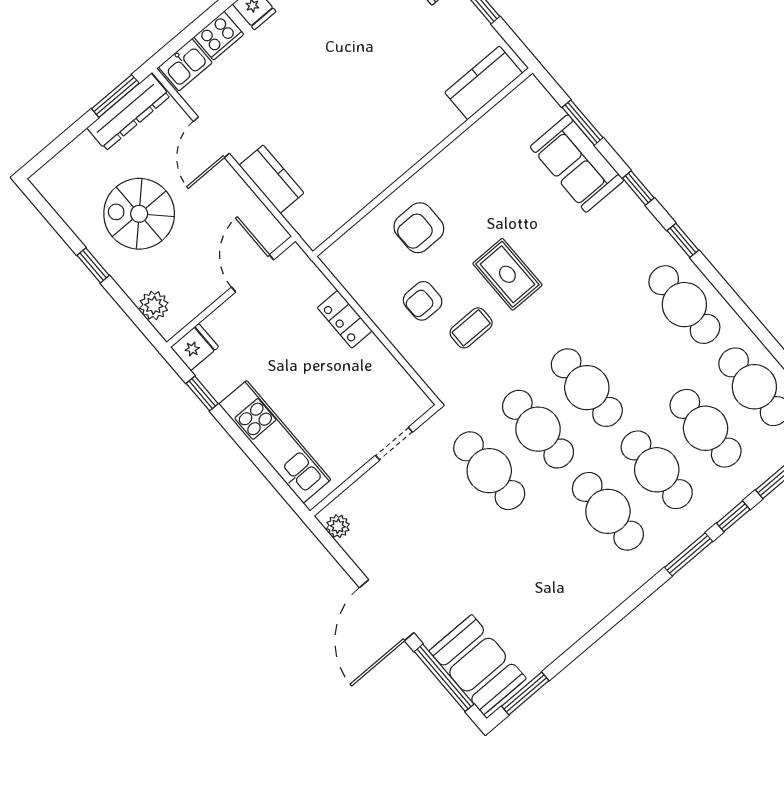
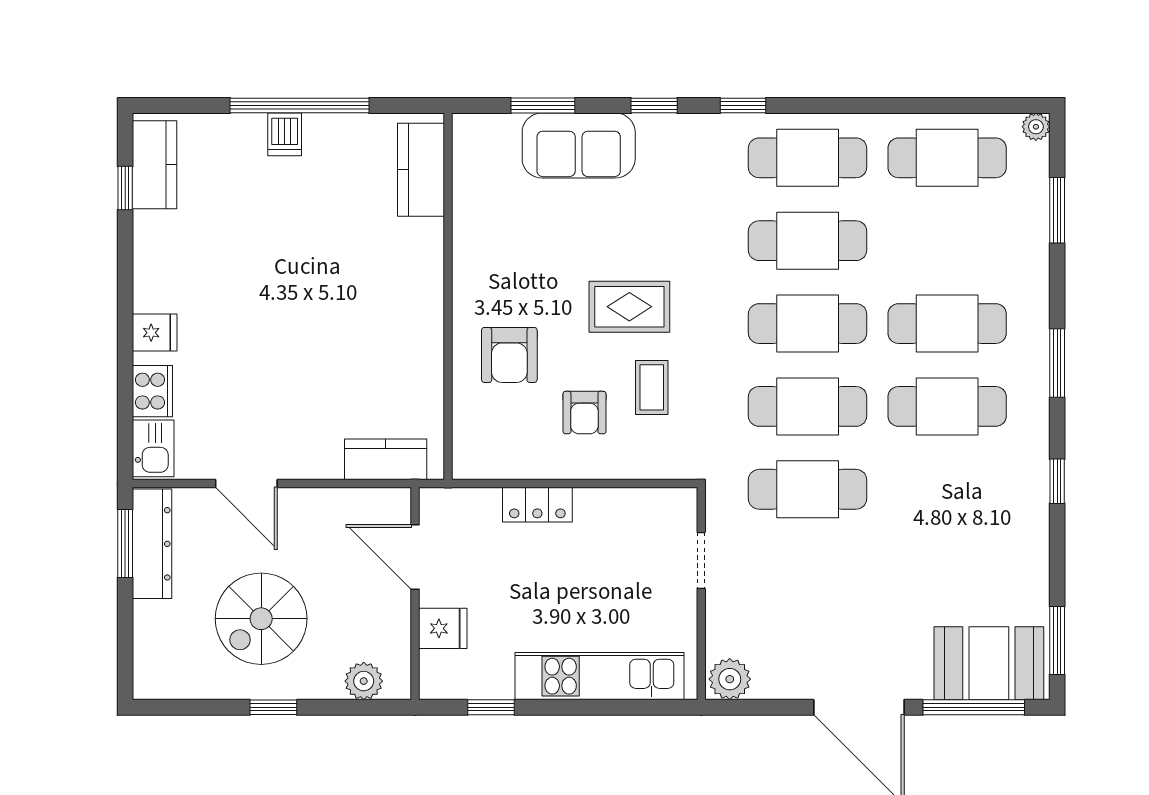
kitchen counter: (272, 179) -> (386, 459), moved
fridge: (195, 347) -> (443, 628), moved, turned 90
cafe table: (706, 428) -> (808, 241), moved
window: (733, 516) -> (1057, 481), moved
plant: (338, 526) -> (730, 679), width x1.38, depth x1.38

